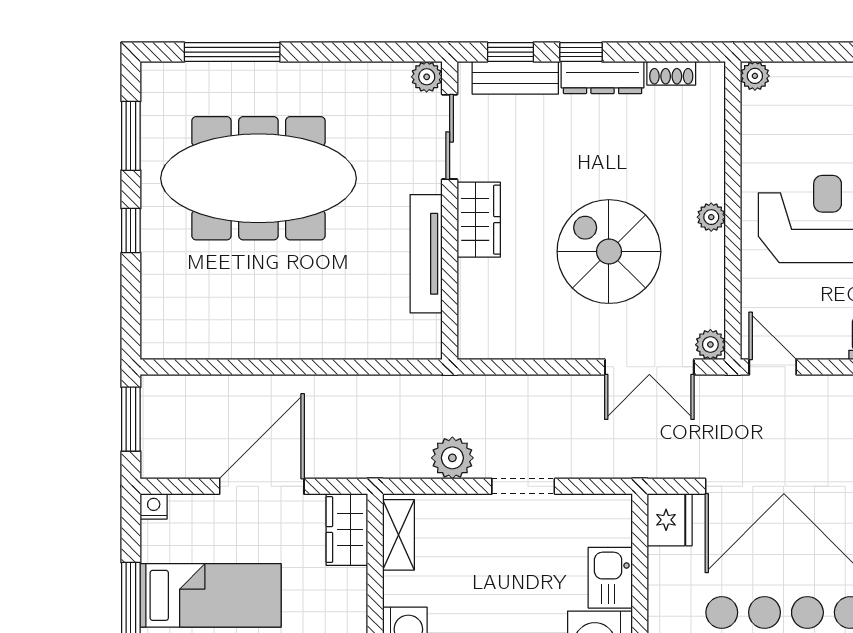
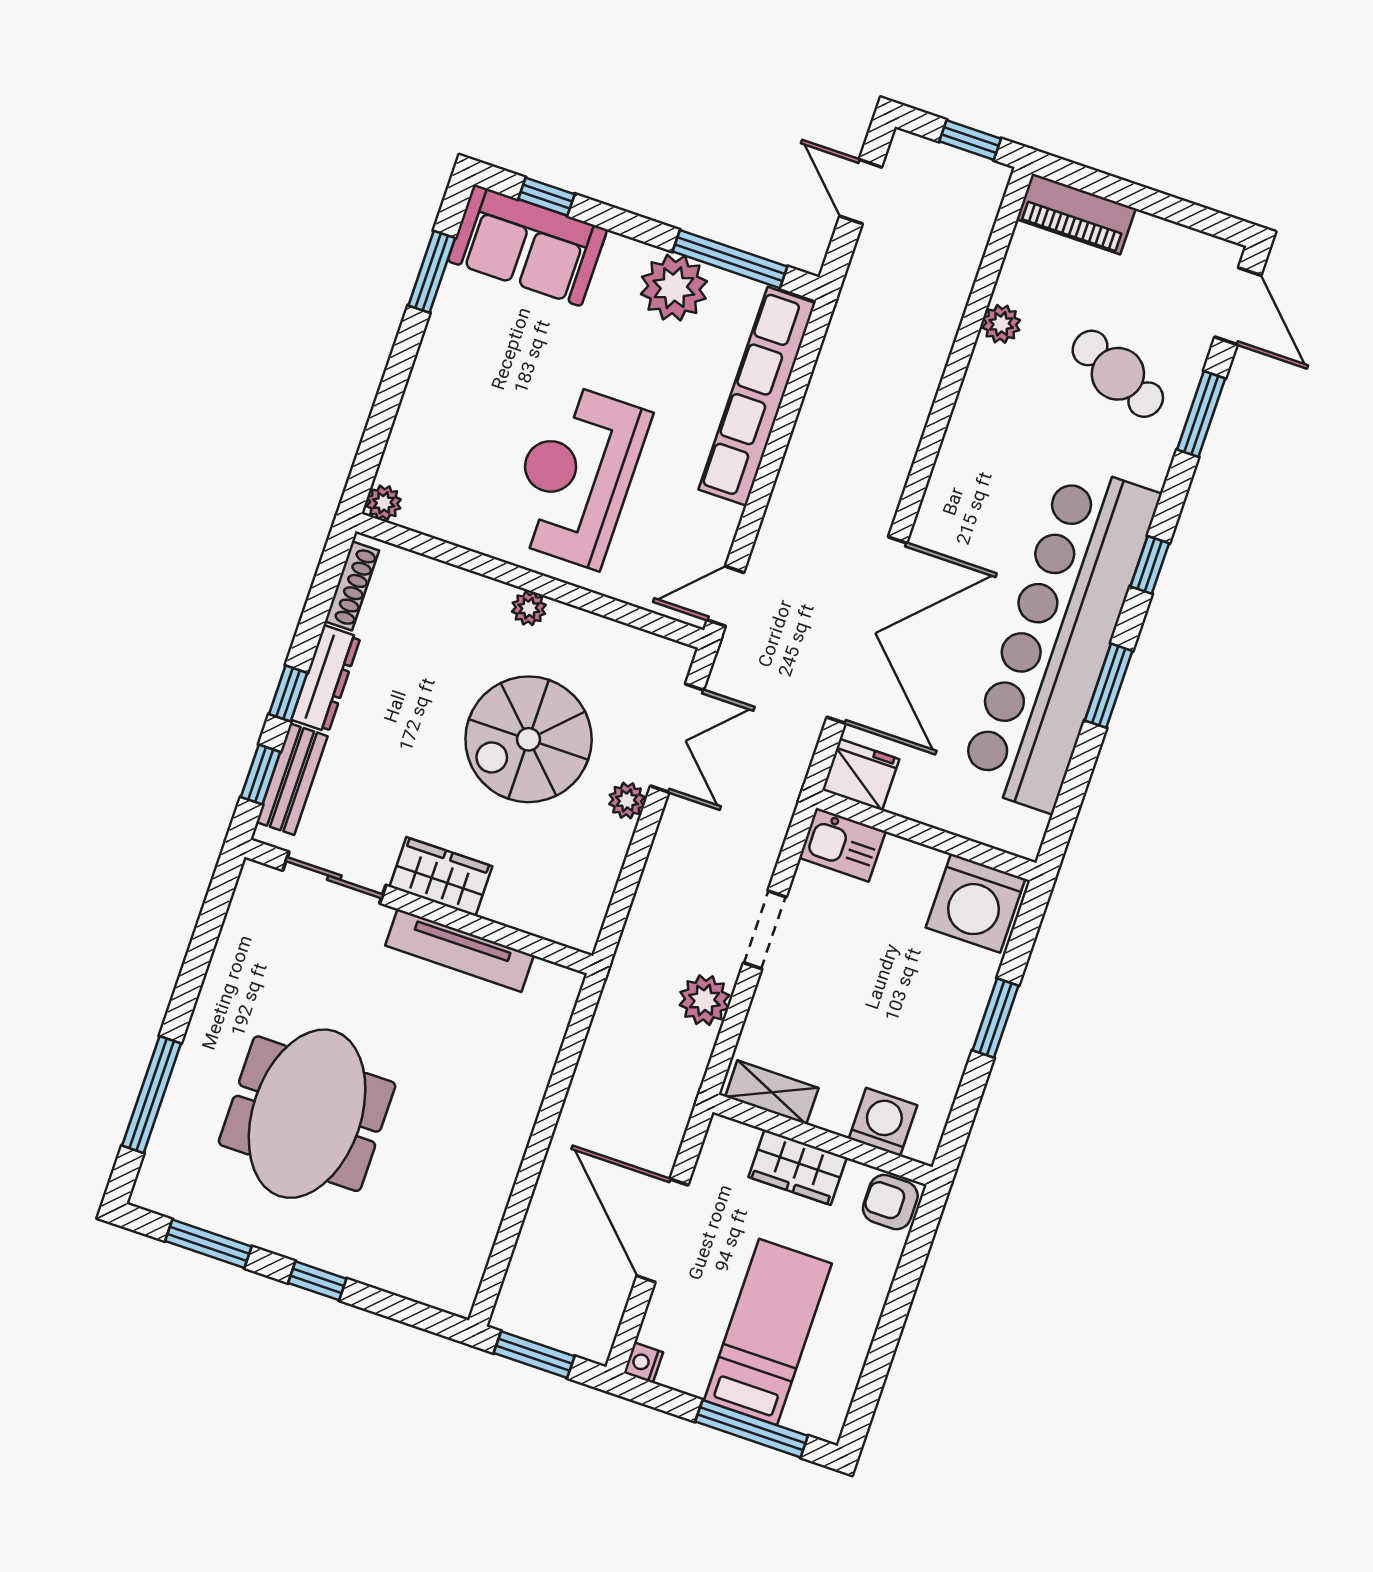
shoe rack: (671, 73) -> (352, 586), width x1.43
plant: (427, 77) -> (256, 880), removed
meeting table: (258, 178) -> (307, 1114), width x0.73
plant: (710, 345) -> (627, 801), moved
wardrobe: (347, 530) -> (798, 1167), moved
kitchen sink: (610, 578) -> (842, 845), moved

